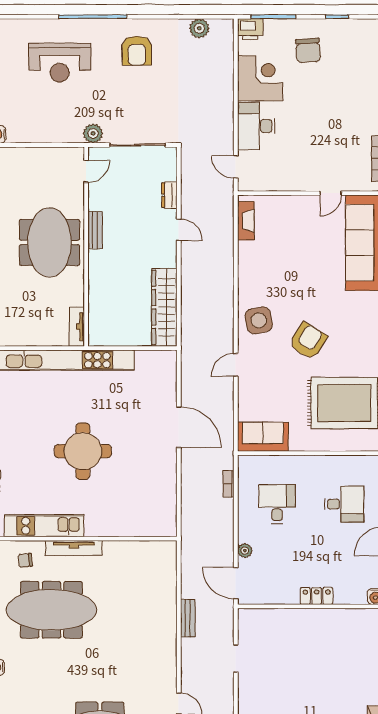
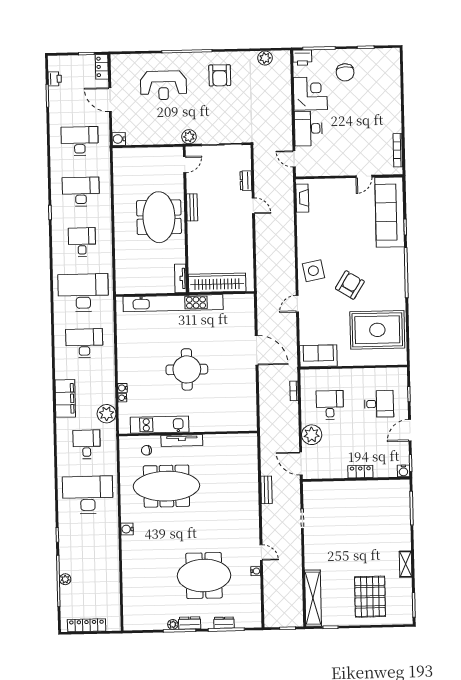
wardrobe: (164, 307) -> (217, 283), moved, turned 90
plant: (245, 551) -> (312, 435), width x1.88, depth x1.88

